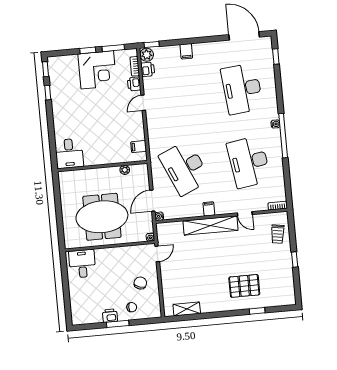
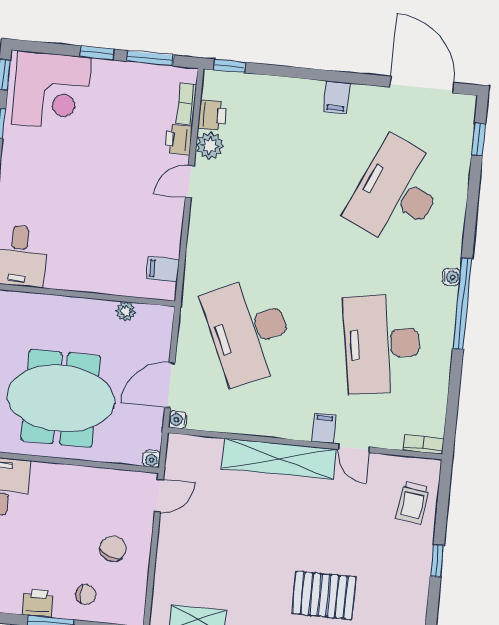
filing cabinet: (186, 51) -> (336, 97), moved
plant: (147, 55) -> (210, 146), moved
corner desk: (97, 70) -> (52, 91), moved
desk: (242, 89) -> (397, 192), turned 30
filing cabinet: (209, 209) -> (324, 428), moved

